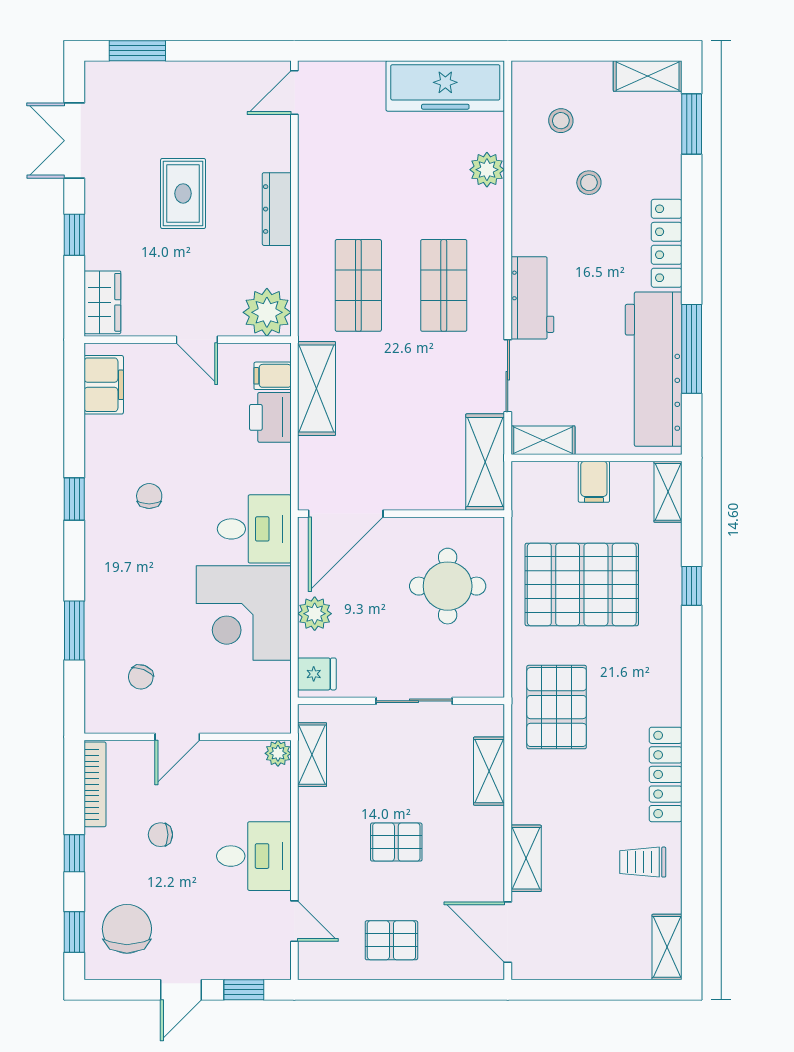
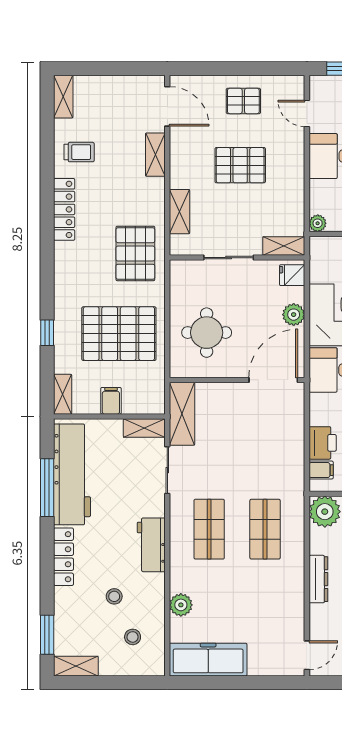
workbench: (532, 298) -> (151, 545), moved
shelving: (316, 389) -> (292, 462), removed
shelving: (312, 755) -> (284, 246), moved, turned 90
pallet: (396, 842) -> (240, 165), width x1.50, depth x1.42

